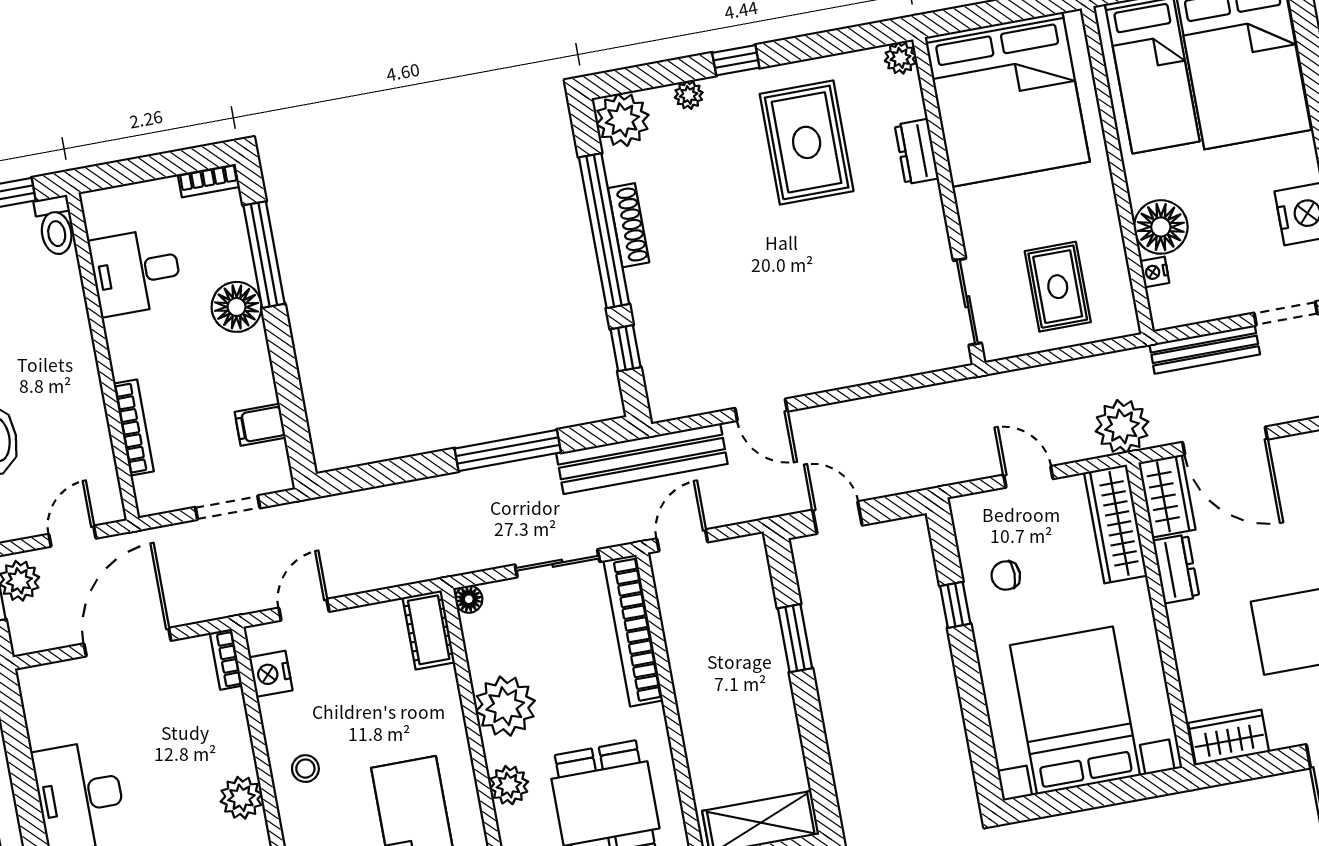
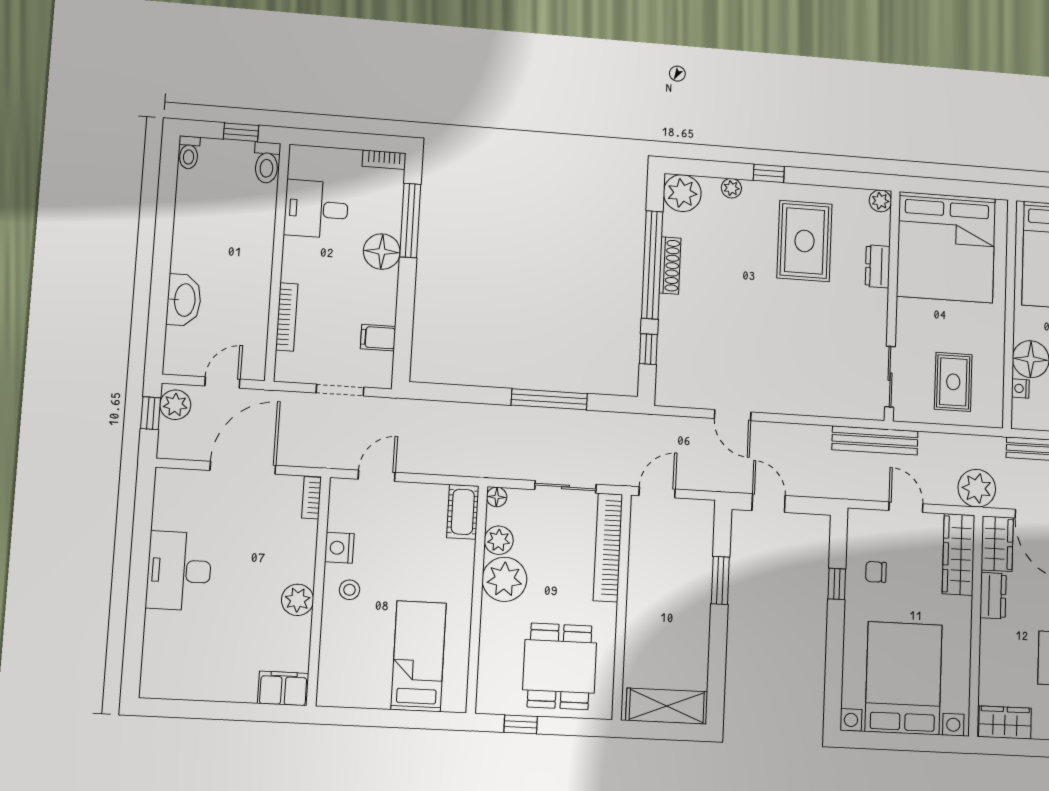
bench: (642, 459) -> (875, 440), moved, width x0.73, depth x0.82
nightstand: (271, 674) -> (339, 548), moved
plant: (509, 785) -> (499, 540), moved

